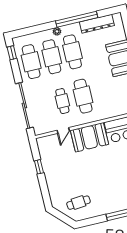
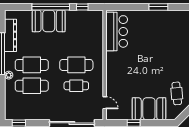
cafe table: (31, 62) -> (32, 107), removed
door: (63, 130) -> (105, 103), moved
booth: (89, 137) -> (149, 109), moved, turned 90

